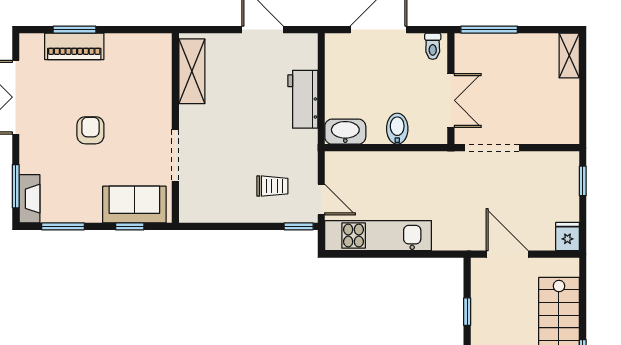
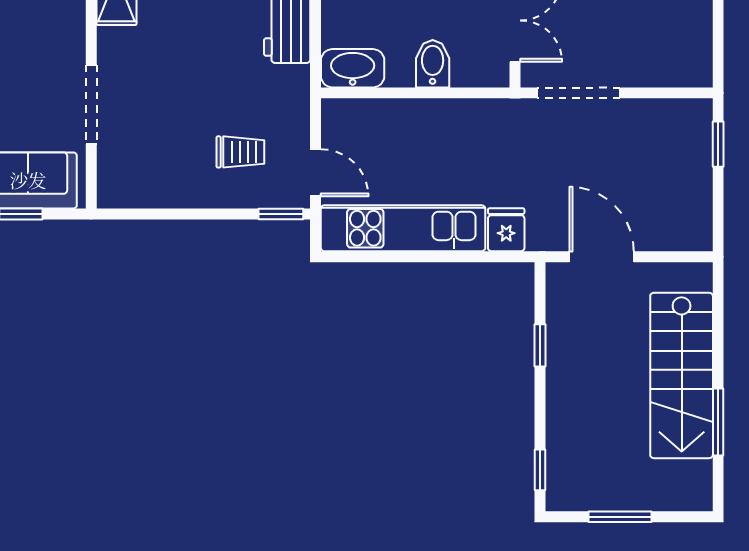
fridge: (567, 237) -> (506, 230), moved

